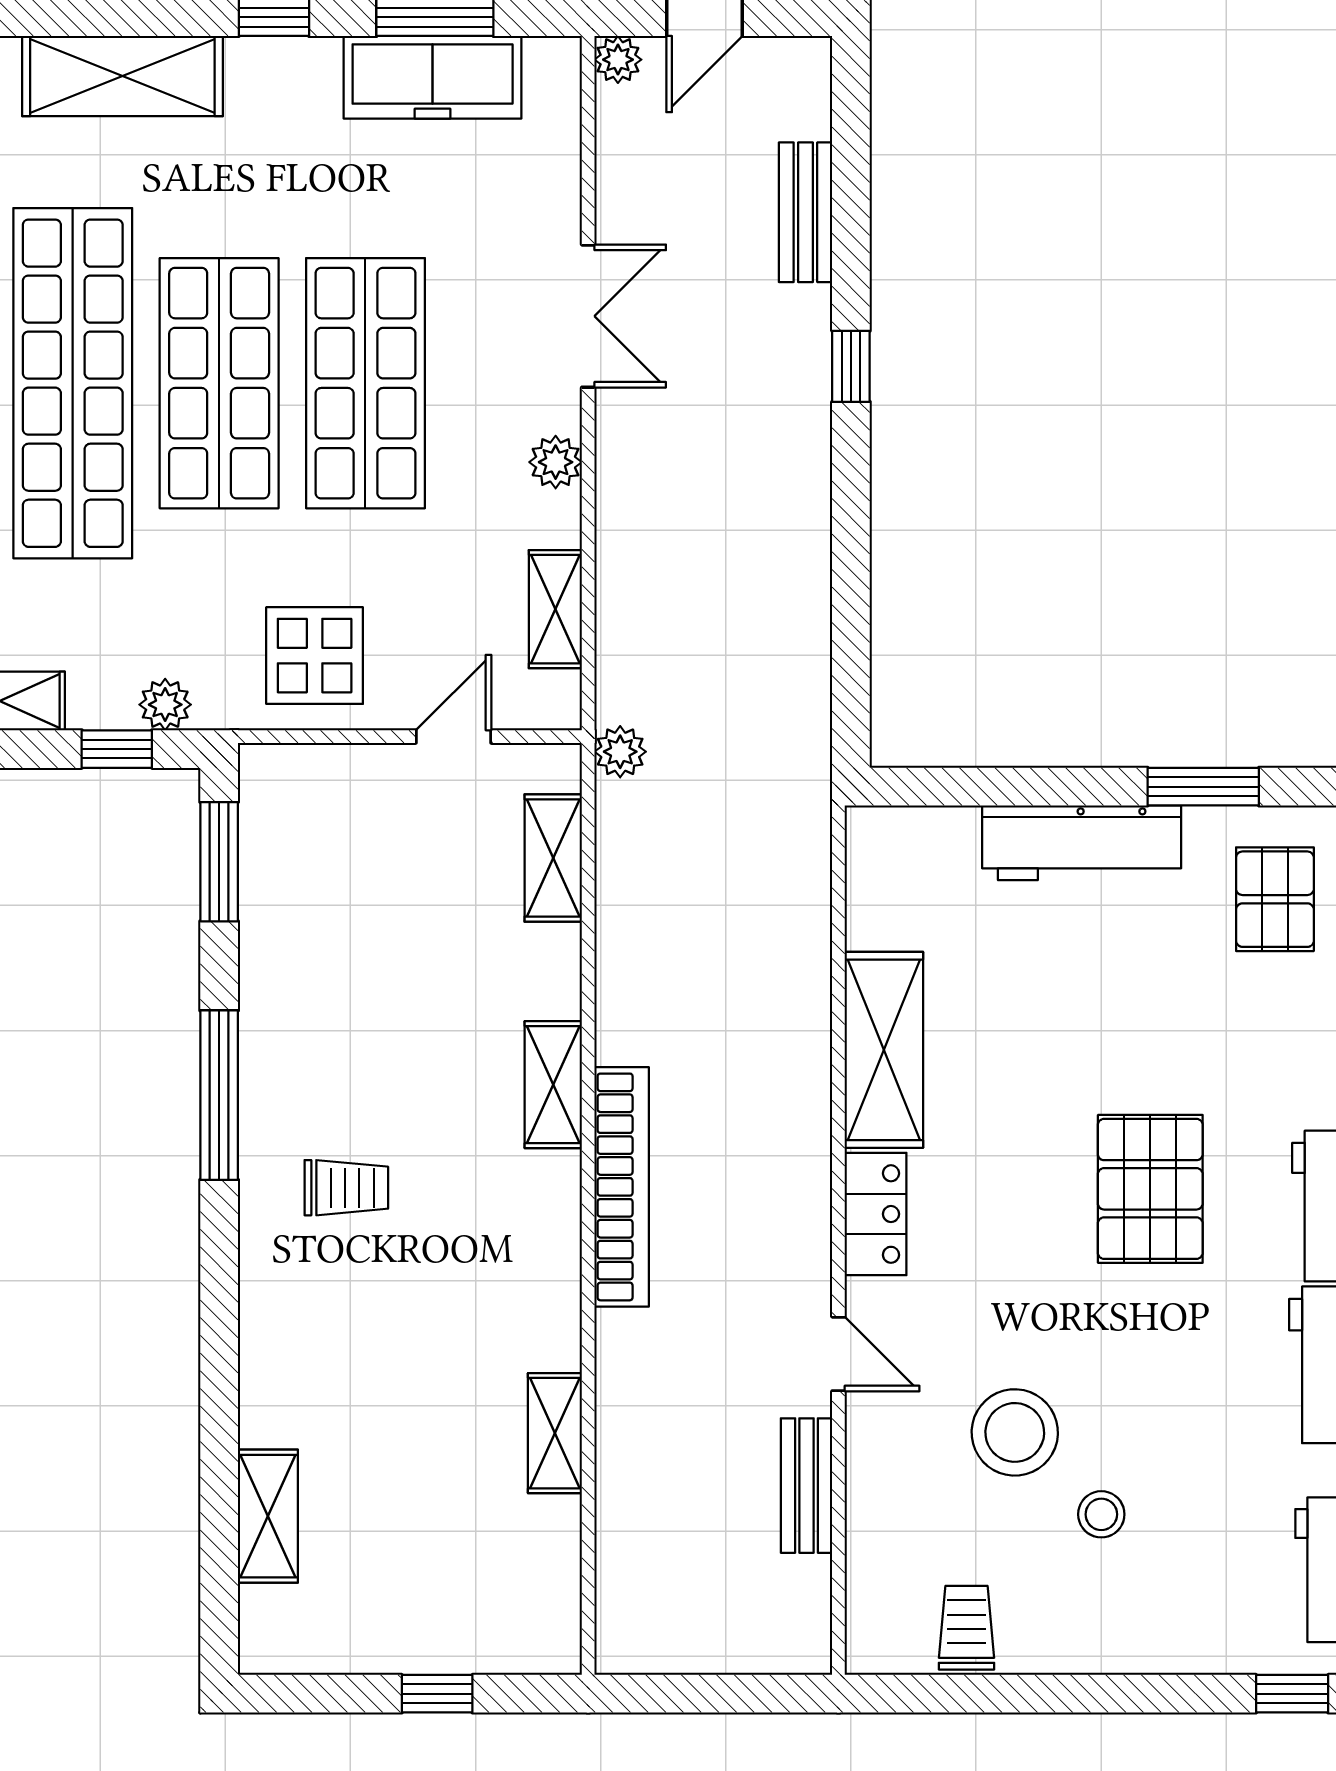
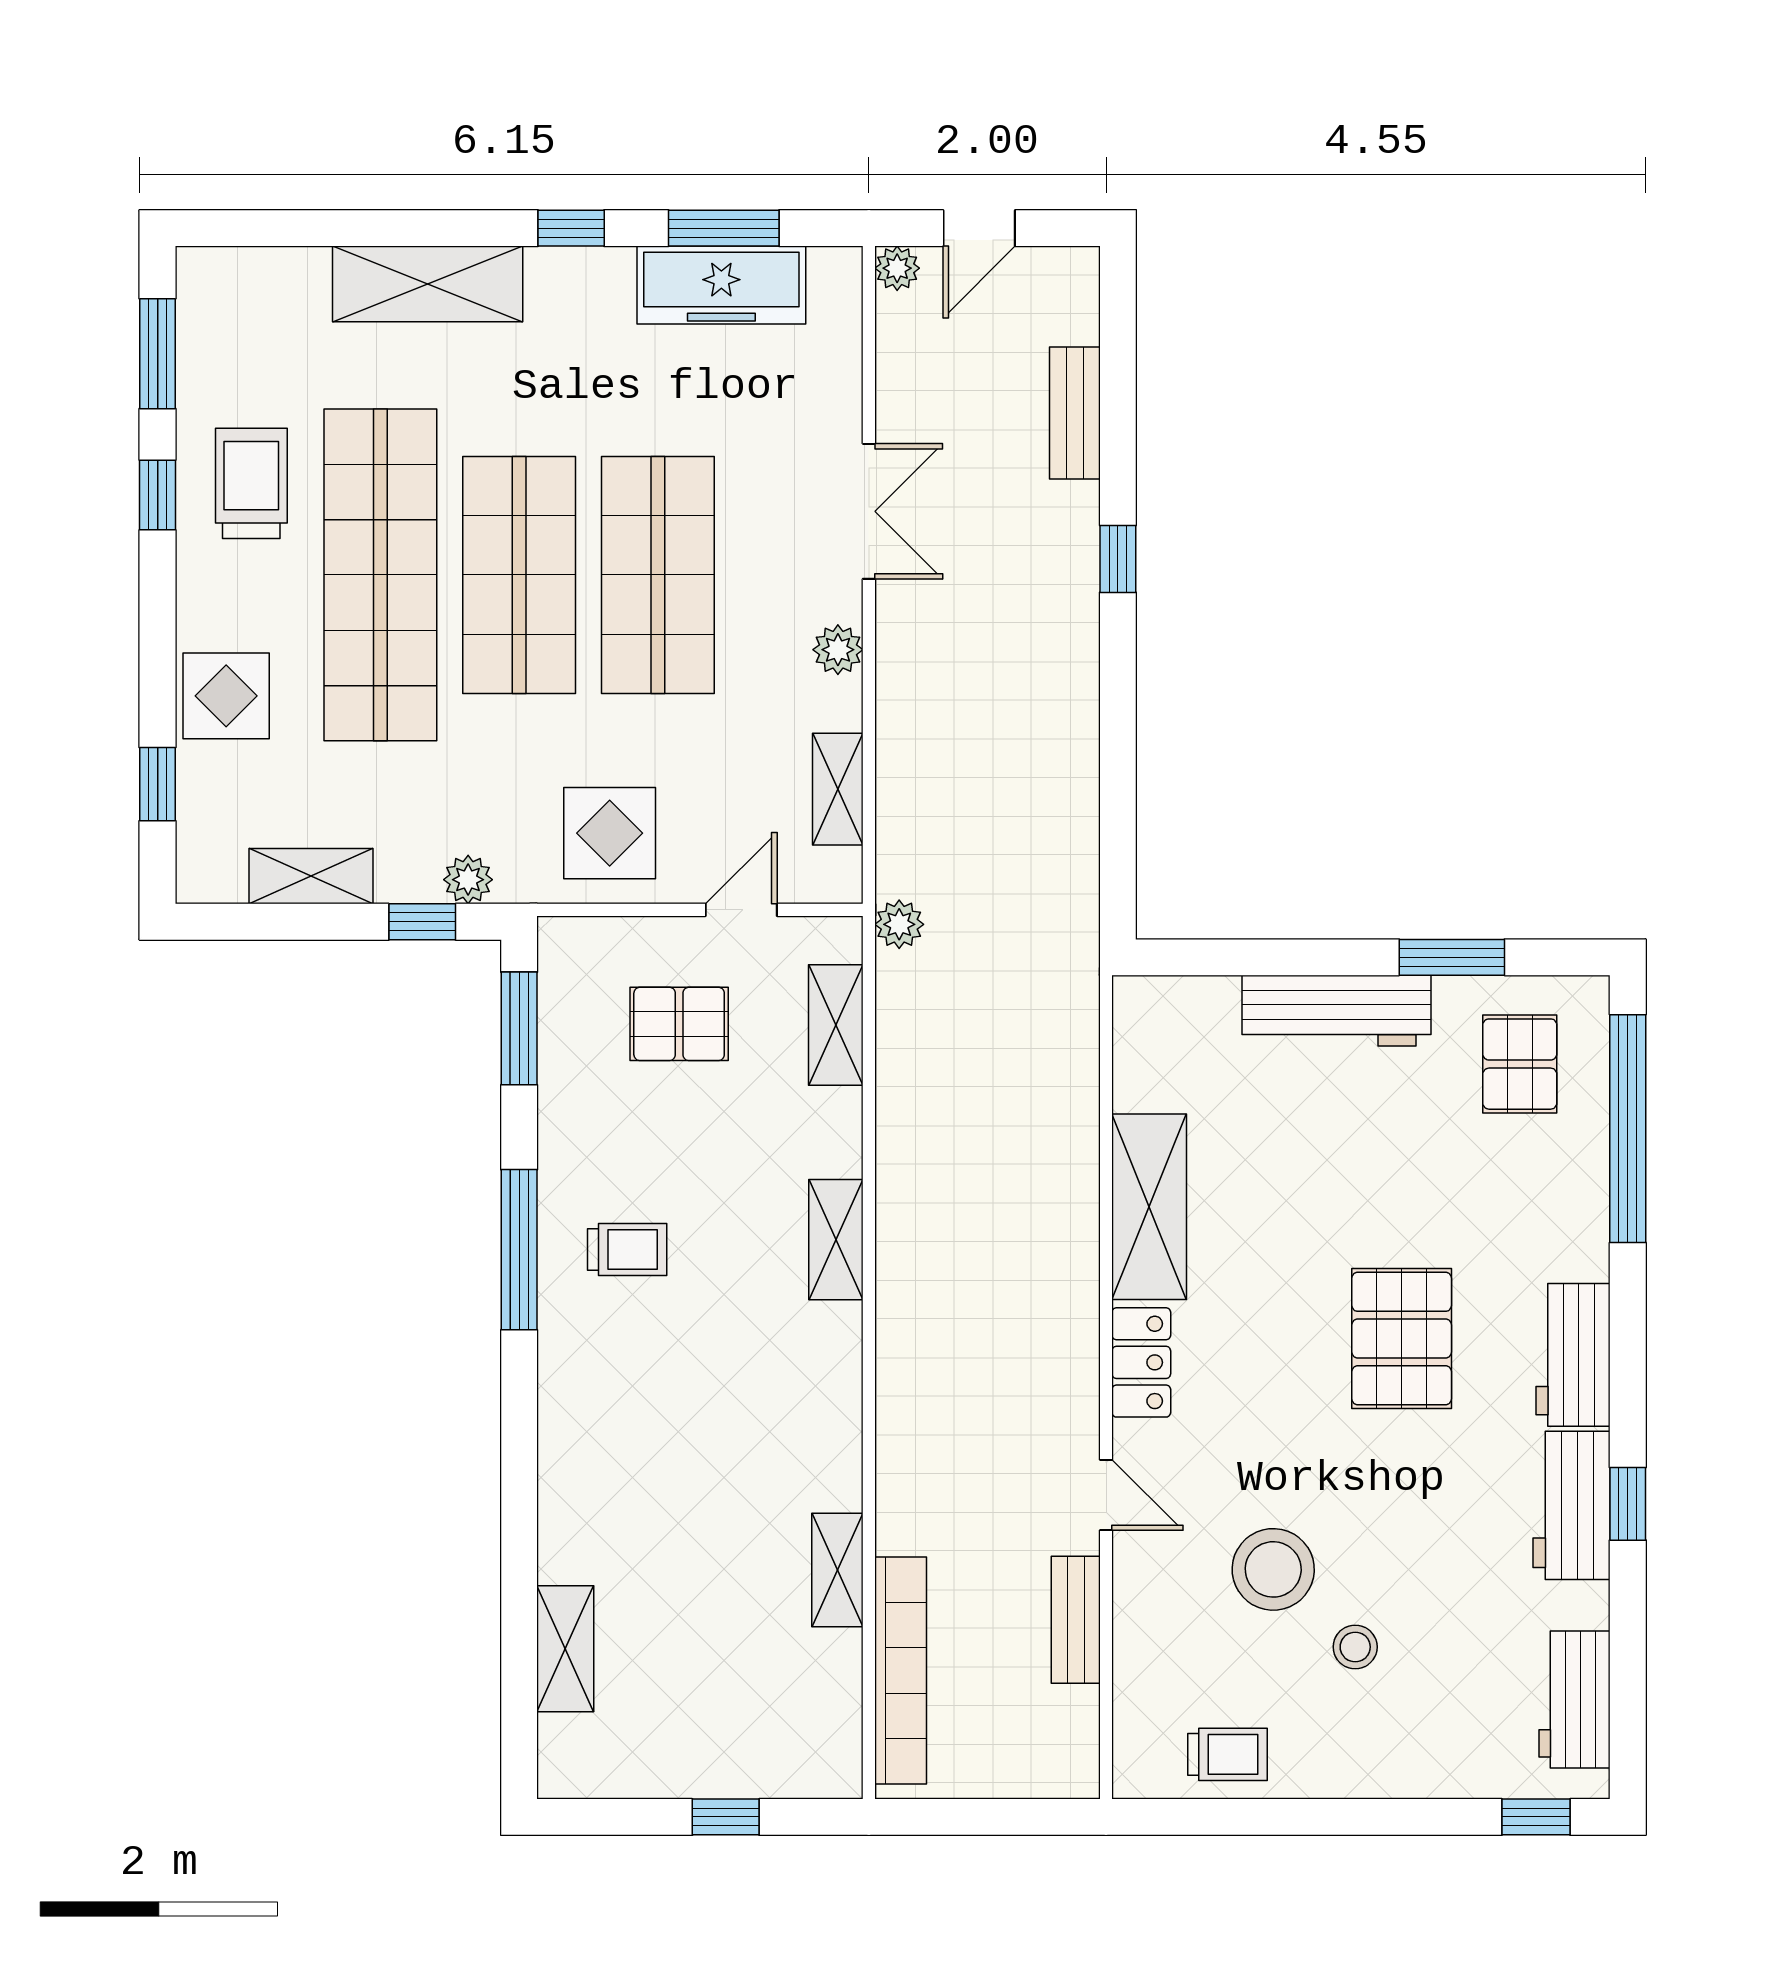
pallet: (388, 857) -> (679, 1024), added
bookcase: (622, 1187) -> (901, 1671), moved
trolley: (346, 1188) -> (627, 1250), moved
trolley: (966, 1628) -> (1227, 1754), turned 90

